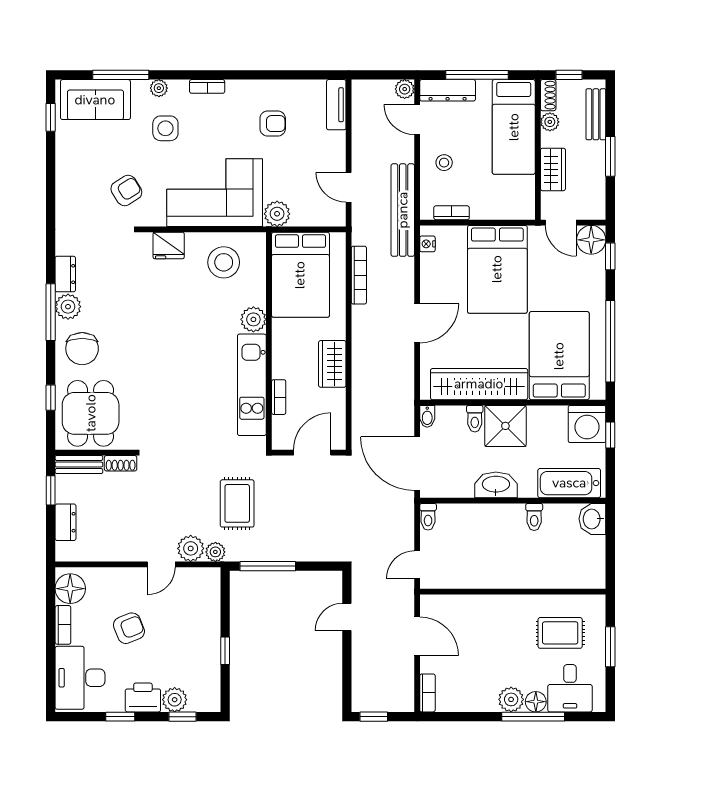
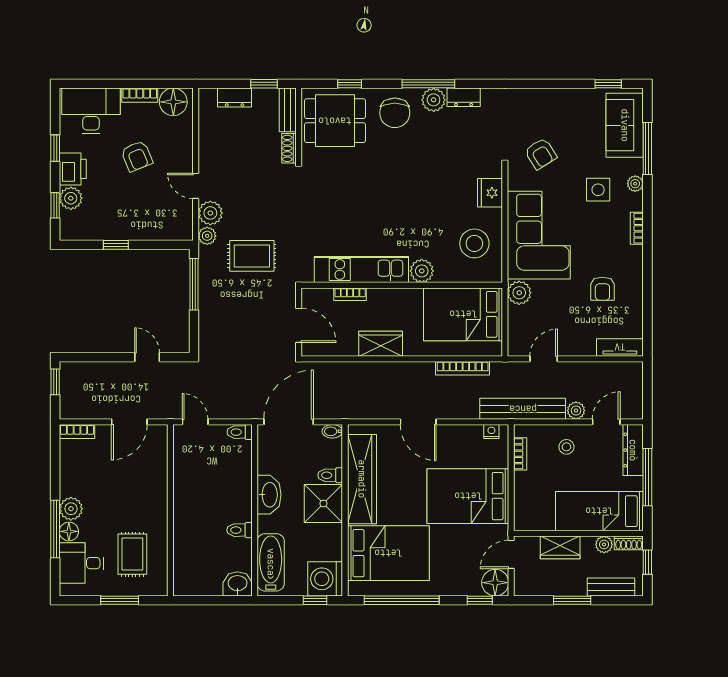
plant: (405, 89) -> (576, 411), moved
chair: (82, 349) -> (395, 113), turned -90

